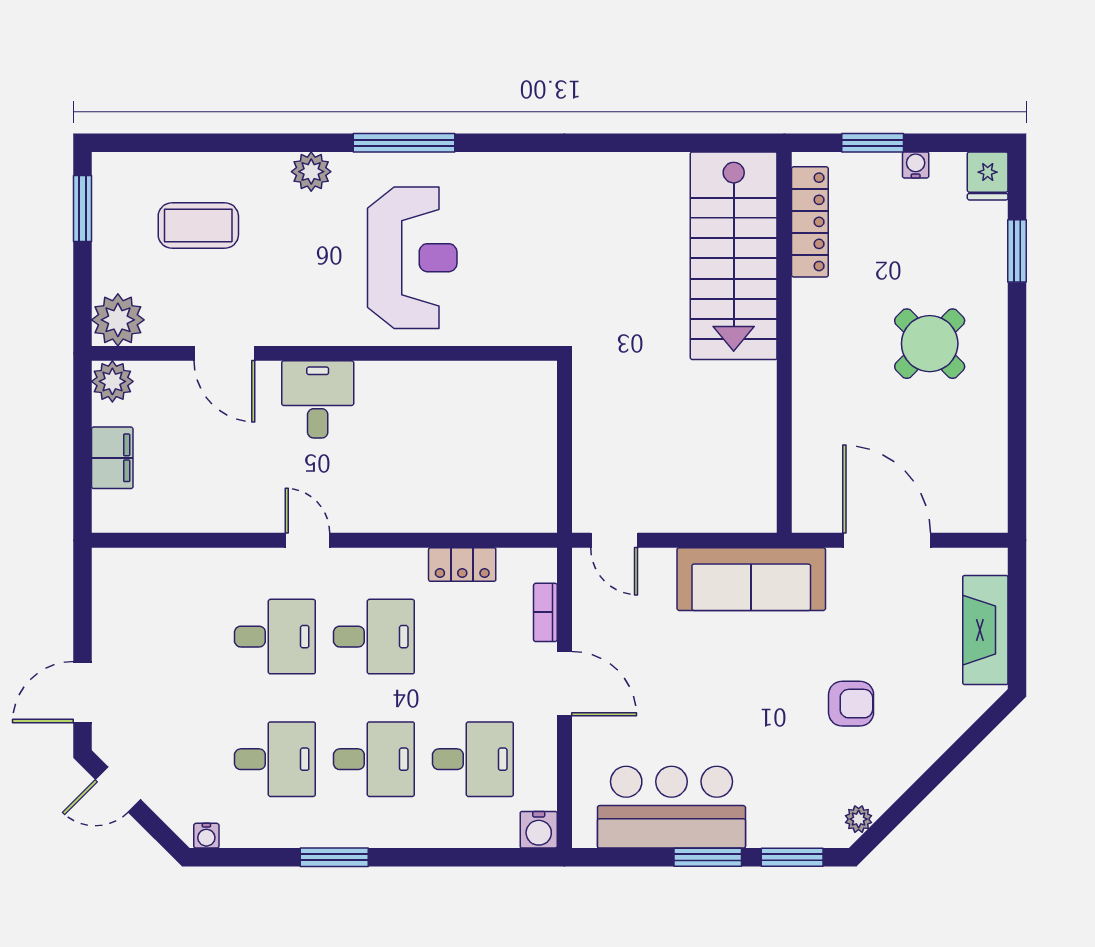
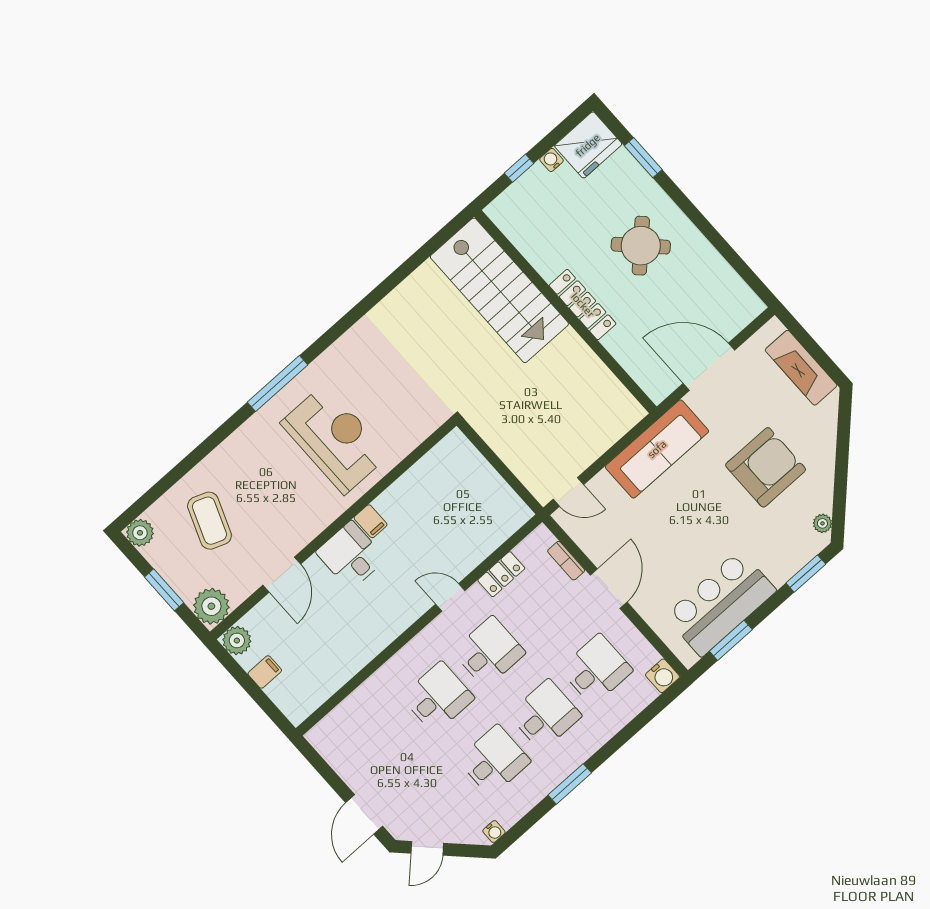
window: (873, 143) -> (519, 168), width x0.67
plant: (311, 172) -> (140, 533), moved
fridge: (988, 176) -> (588, 145), width x1.88, depth x1.34
window: (83, 209) -> (164, 590), moved
locker: (810, 222) -> (583, 305), moved
coffee table: (198, 225) -> (209, 521), turned -69
door: (224, 353) -> (282, 575), hinge flipped
filing cabinet: (372, 381) -> (371, 521), added
filing cabinet: (112, 458) -> (265, 672), width x0.50
door: (307, 540) -> (450, 597), moved
door: (564, 684) -> (609, 589), hinge flipped
armchair: (851, 704) -> (766, 467), width x1.88, depth x1.88
window: (708, 857) -> (731, 640), moved

